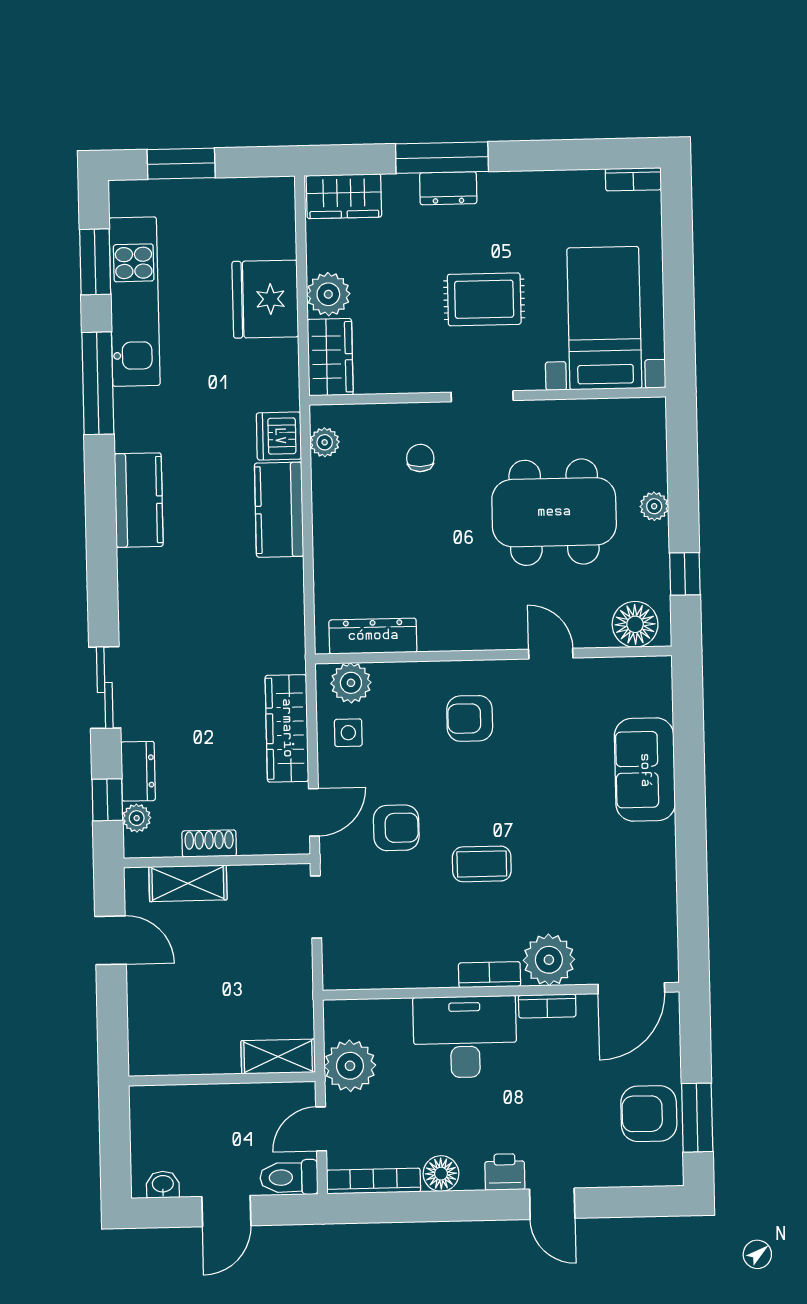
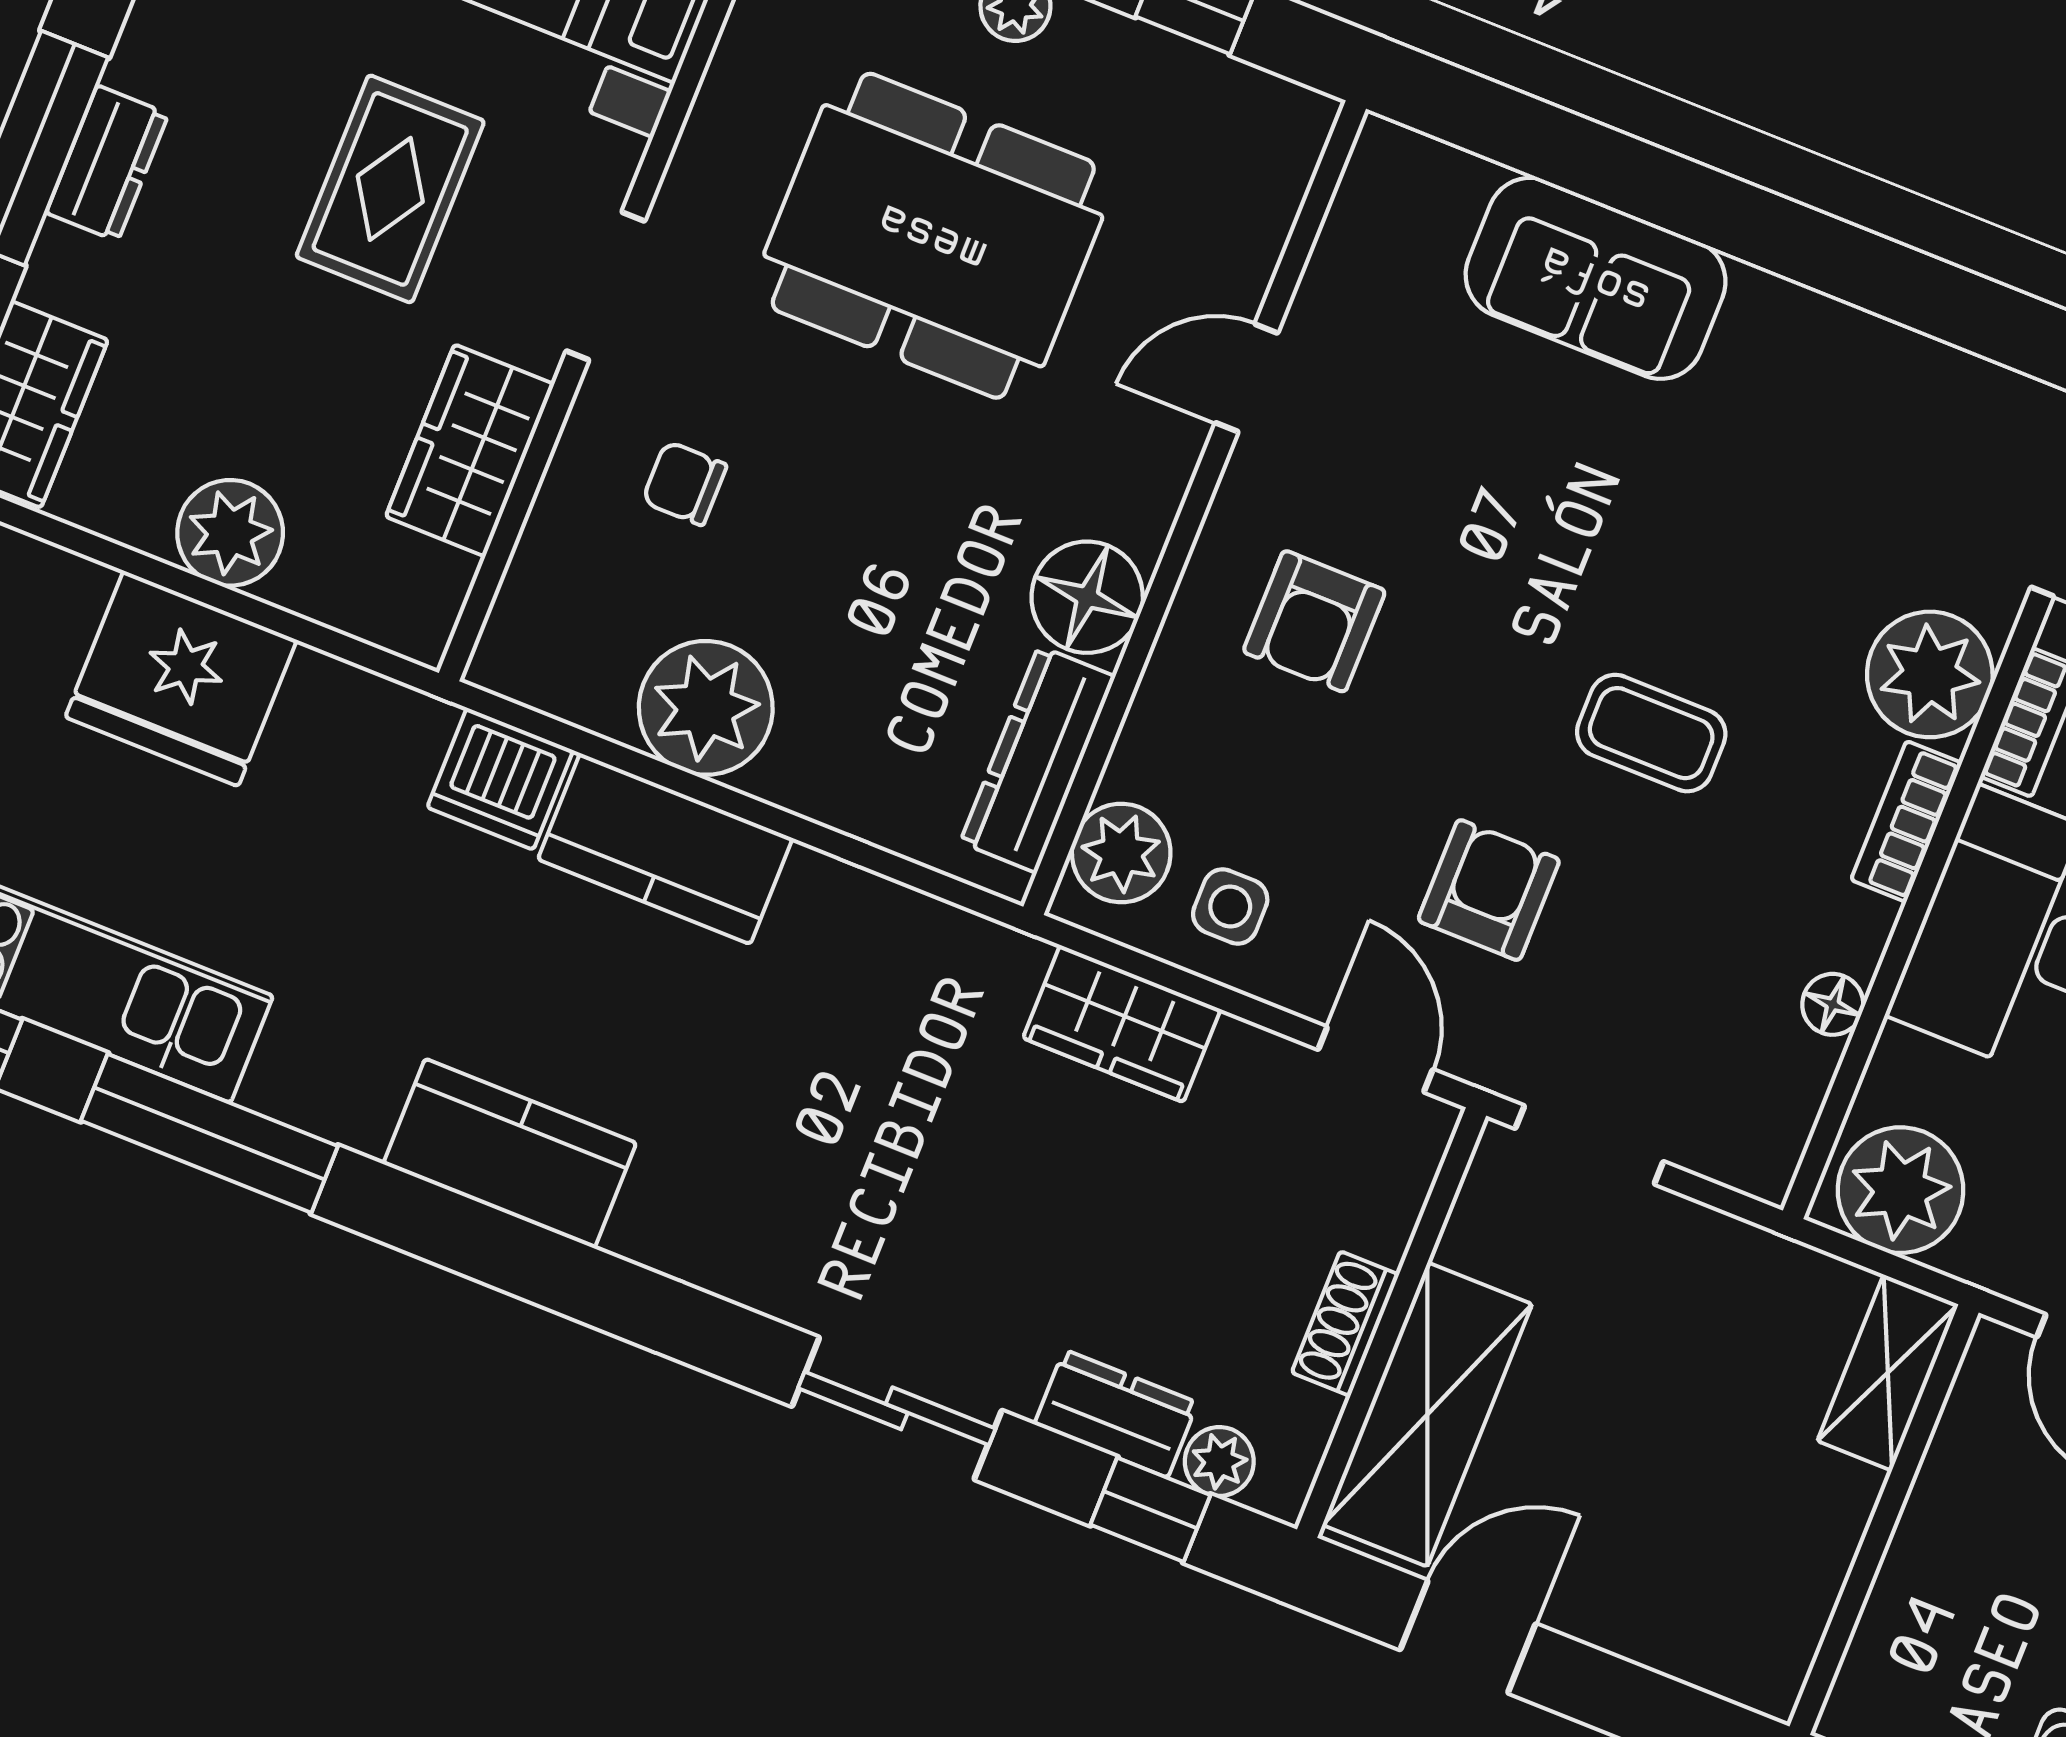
wardrobe: (330, 357) -> (470, 450), moved, turned -90
plant: (325, 442) -> (706, 708), moved, width x1.87, depth x1.87
dining table: (554, 512) -> (933, 236), turned 90
floor lamp: (635, 624) -> (1087, 597), moved
wardrobe: (287, 728) -> (1122, 1024), width x0.67
coffee table: (482, 864) -> (1651, 733), turned 90
shelving: (188, 883) -> (1427, 1414), width x1.50, depth x1.33
floor lamp: (408, 976) -> (1833, 1004), added
plant: (350, 1066) -> (1900, 1190), moved

